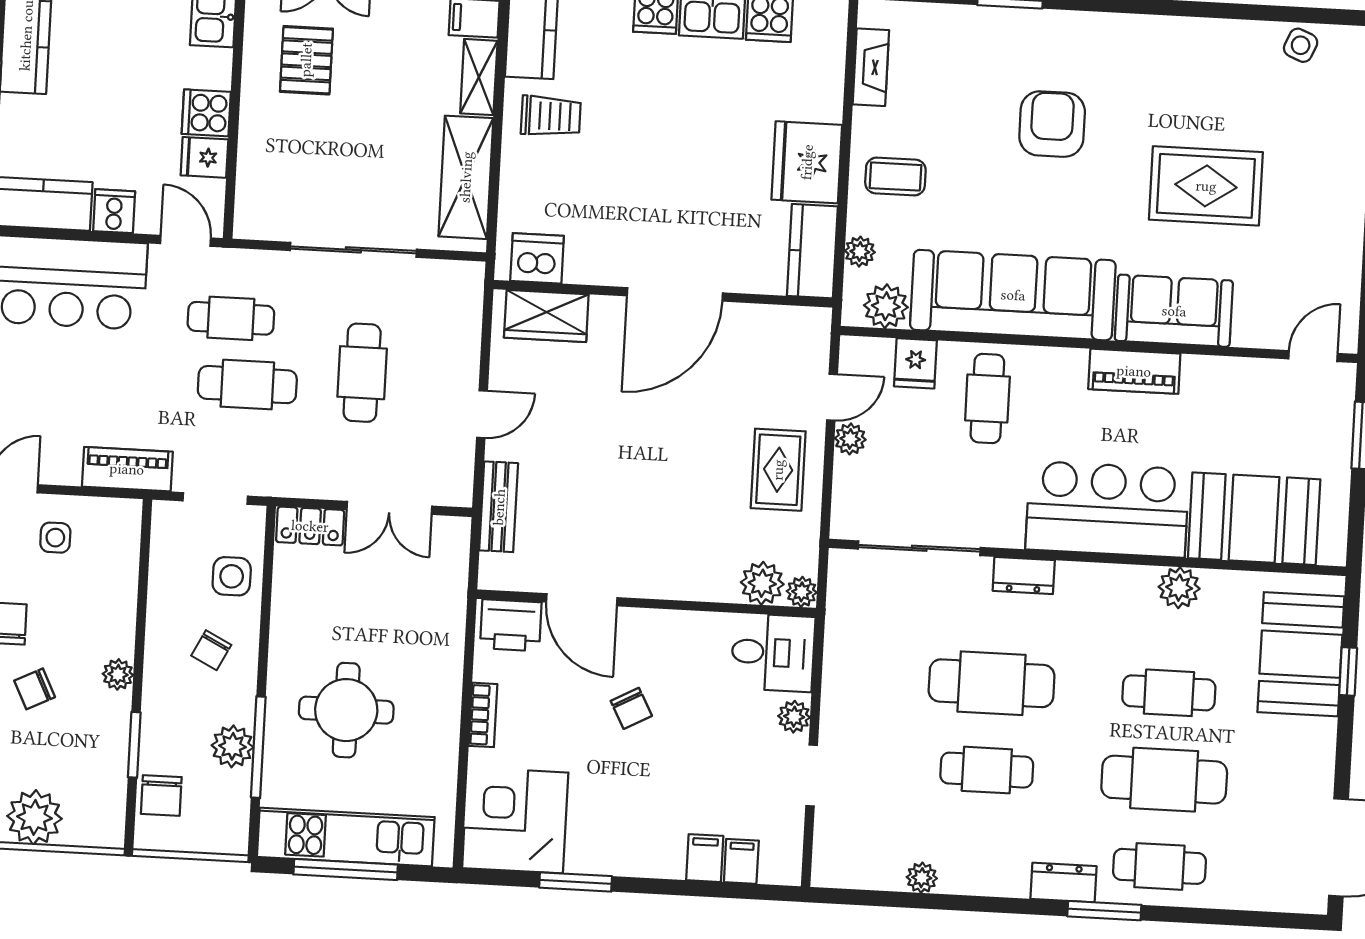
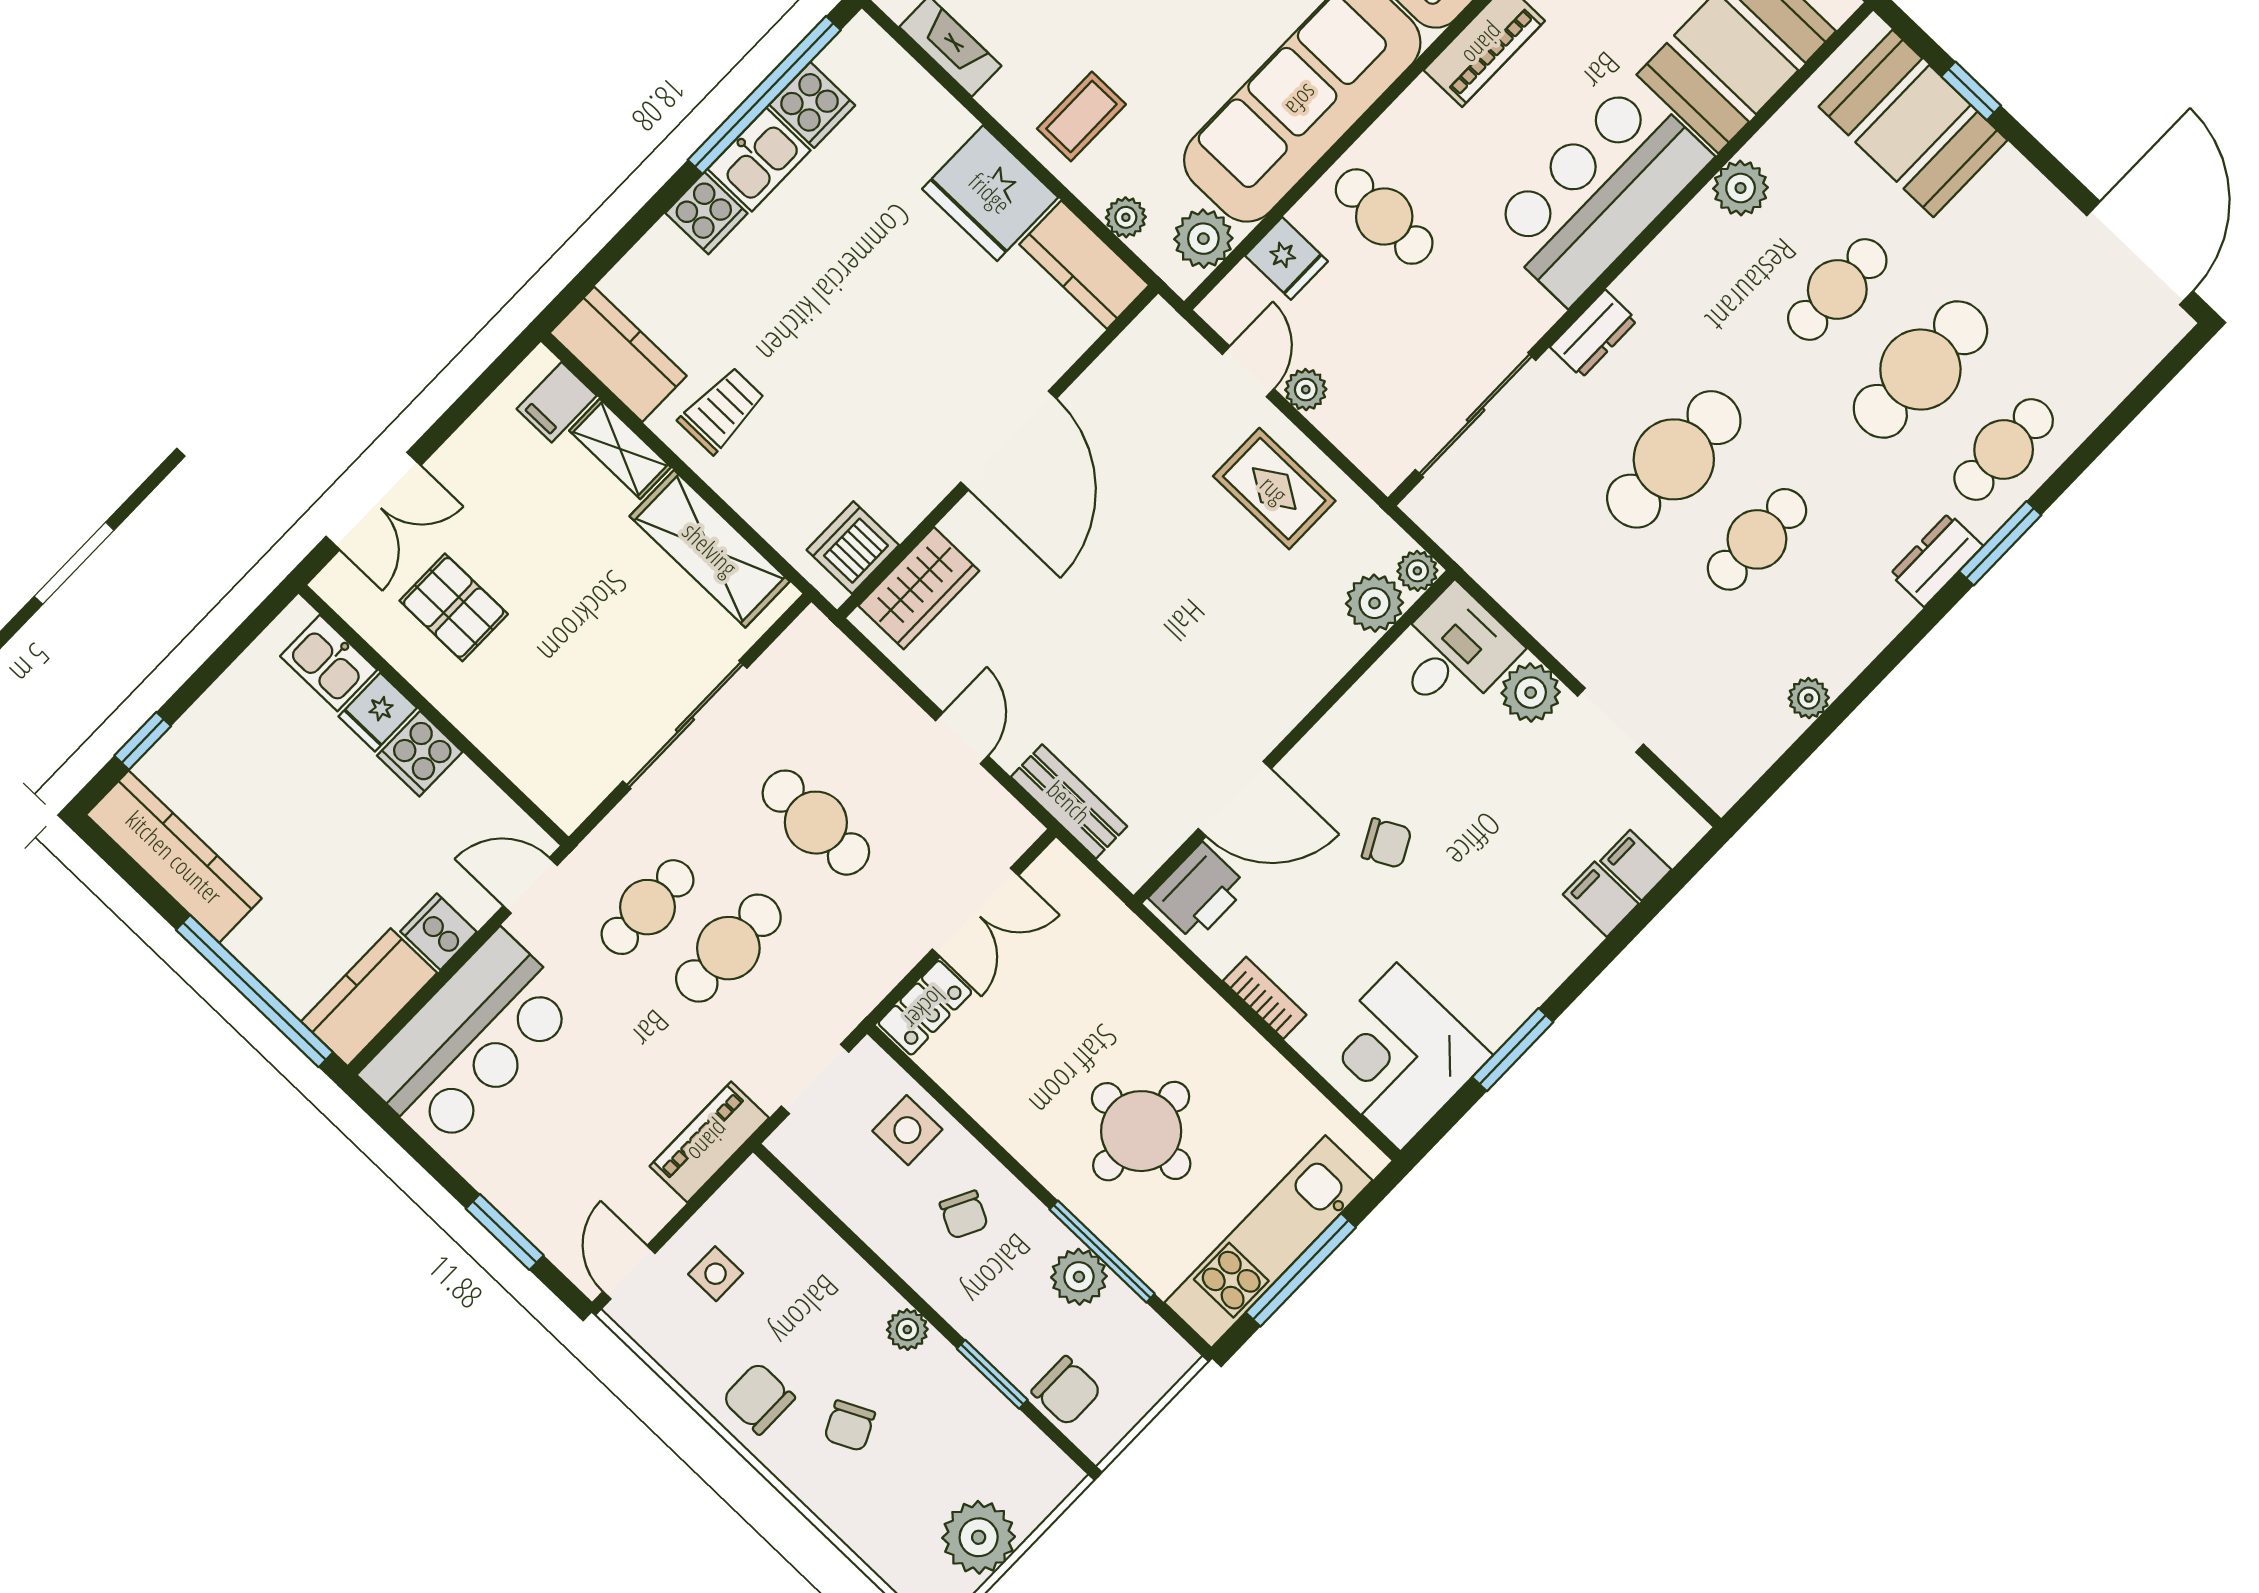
fridge: (204, 157) -> (378, 712), moved
plant: (794, 717) -> (1531, 693), width x1.38, depth x1.38

